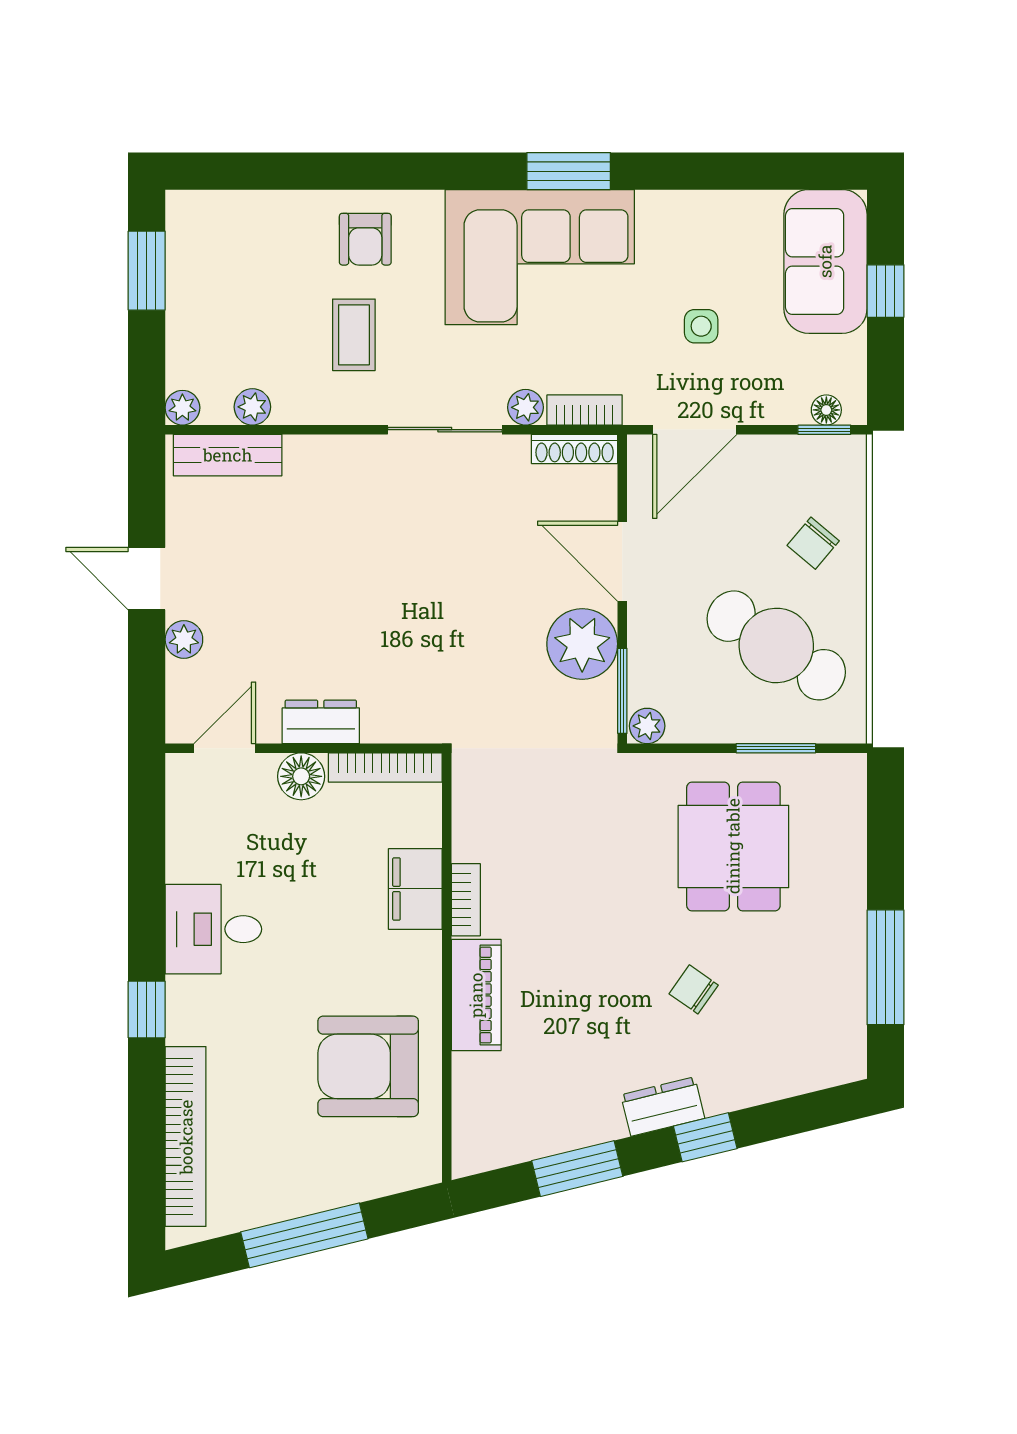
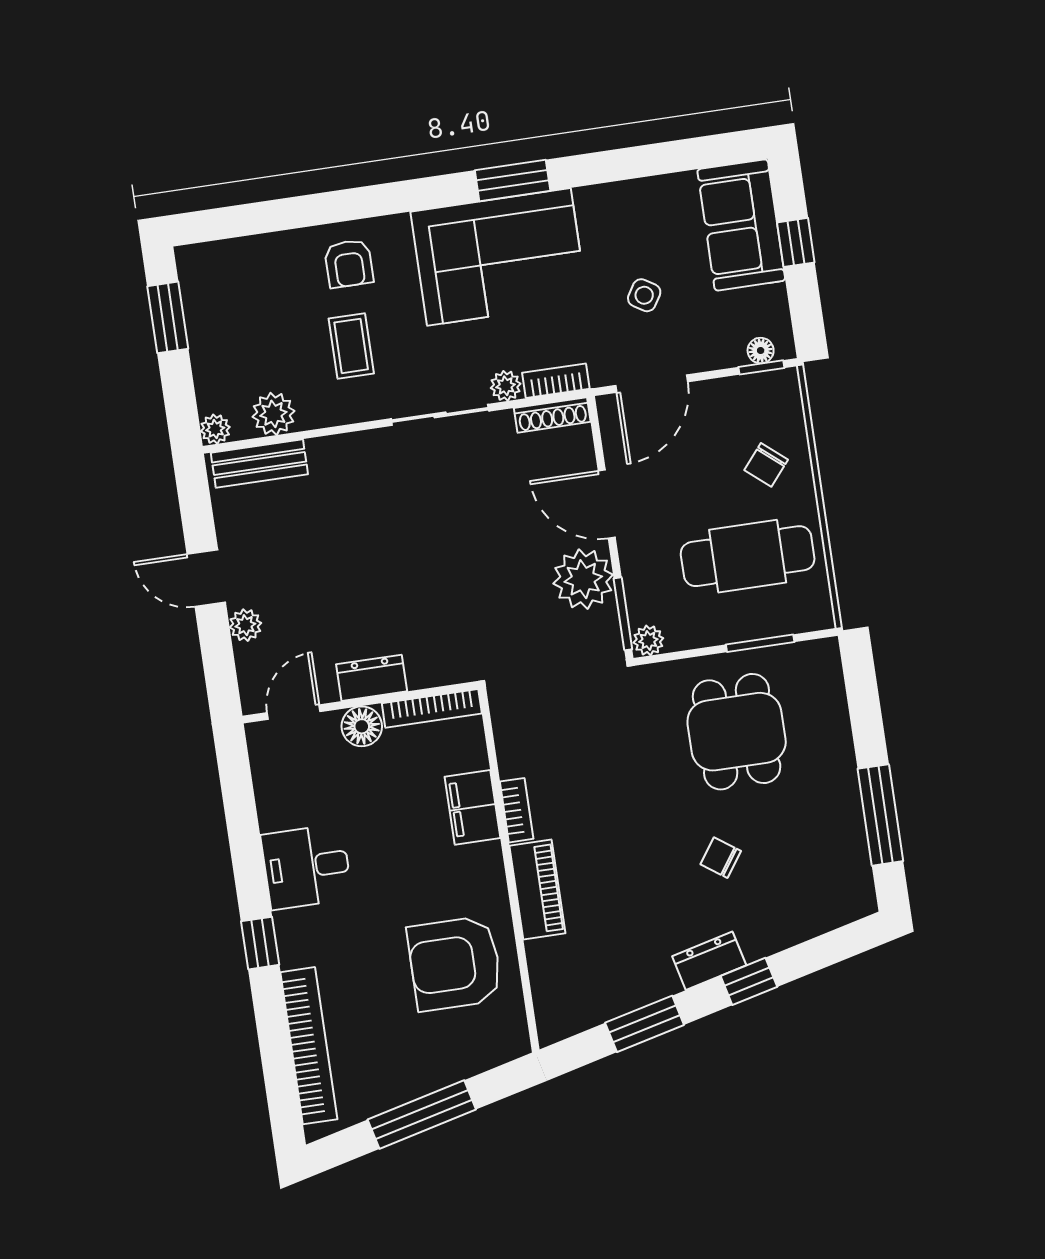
side table: (701, 326) -> (644, 295), turned 32
plant: (252, 407) -> (273, 414), width x1.38, depth x1.38
cafe table: (776, 645) -> (748, 556), turned -33

